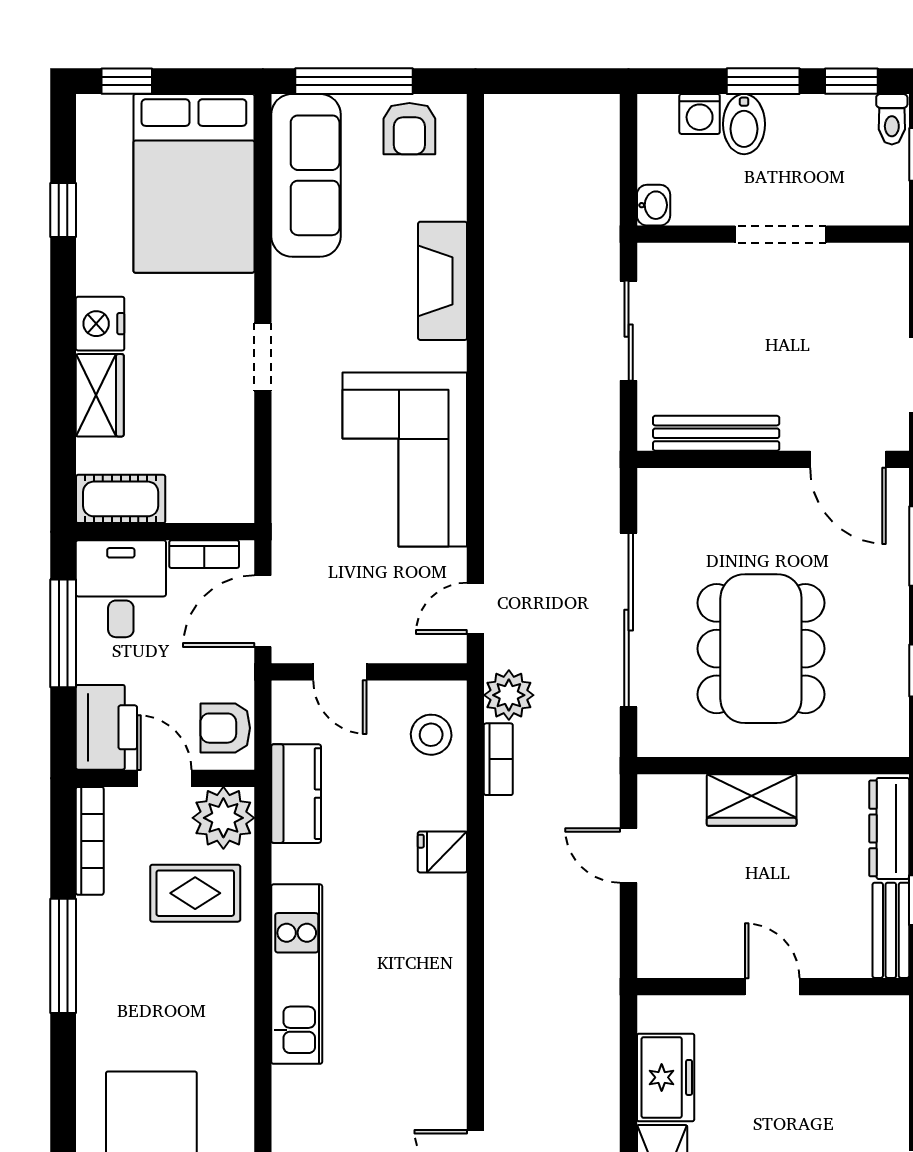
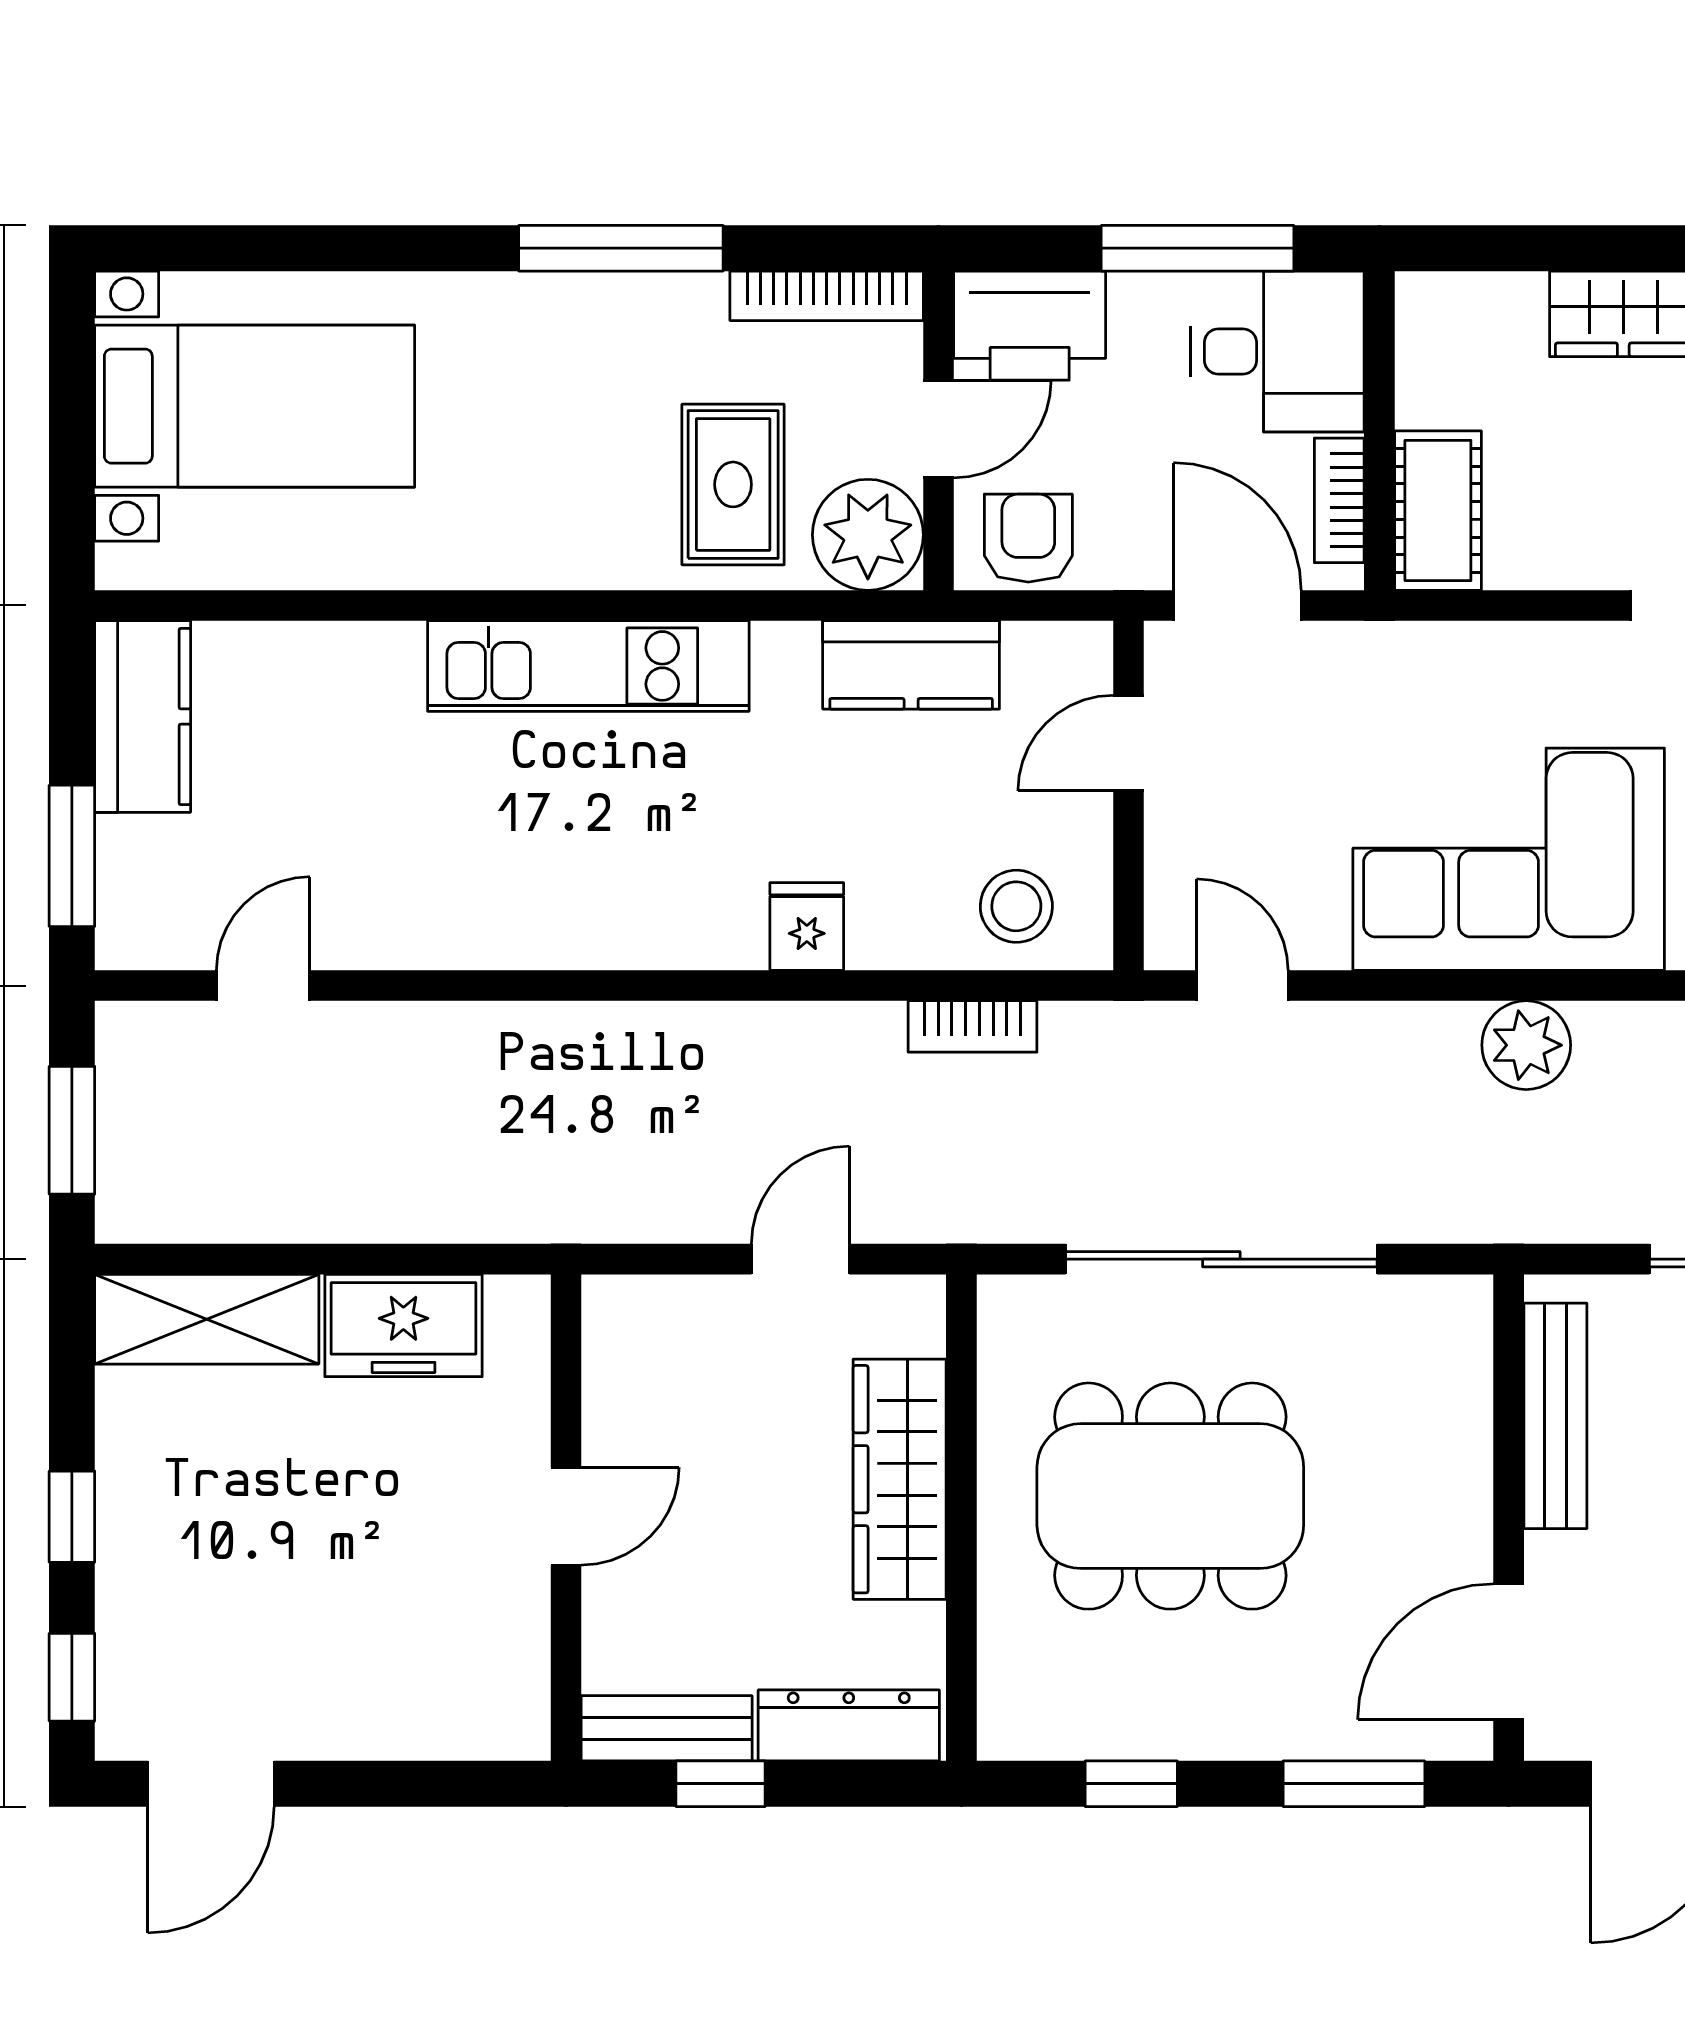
cot: (121, 499) -> (1438, 511), moved
plant: (509, 695) -> (1526, 1045), moved
wardrobe: (752, 800) -> (900, 1479), width x1.50

